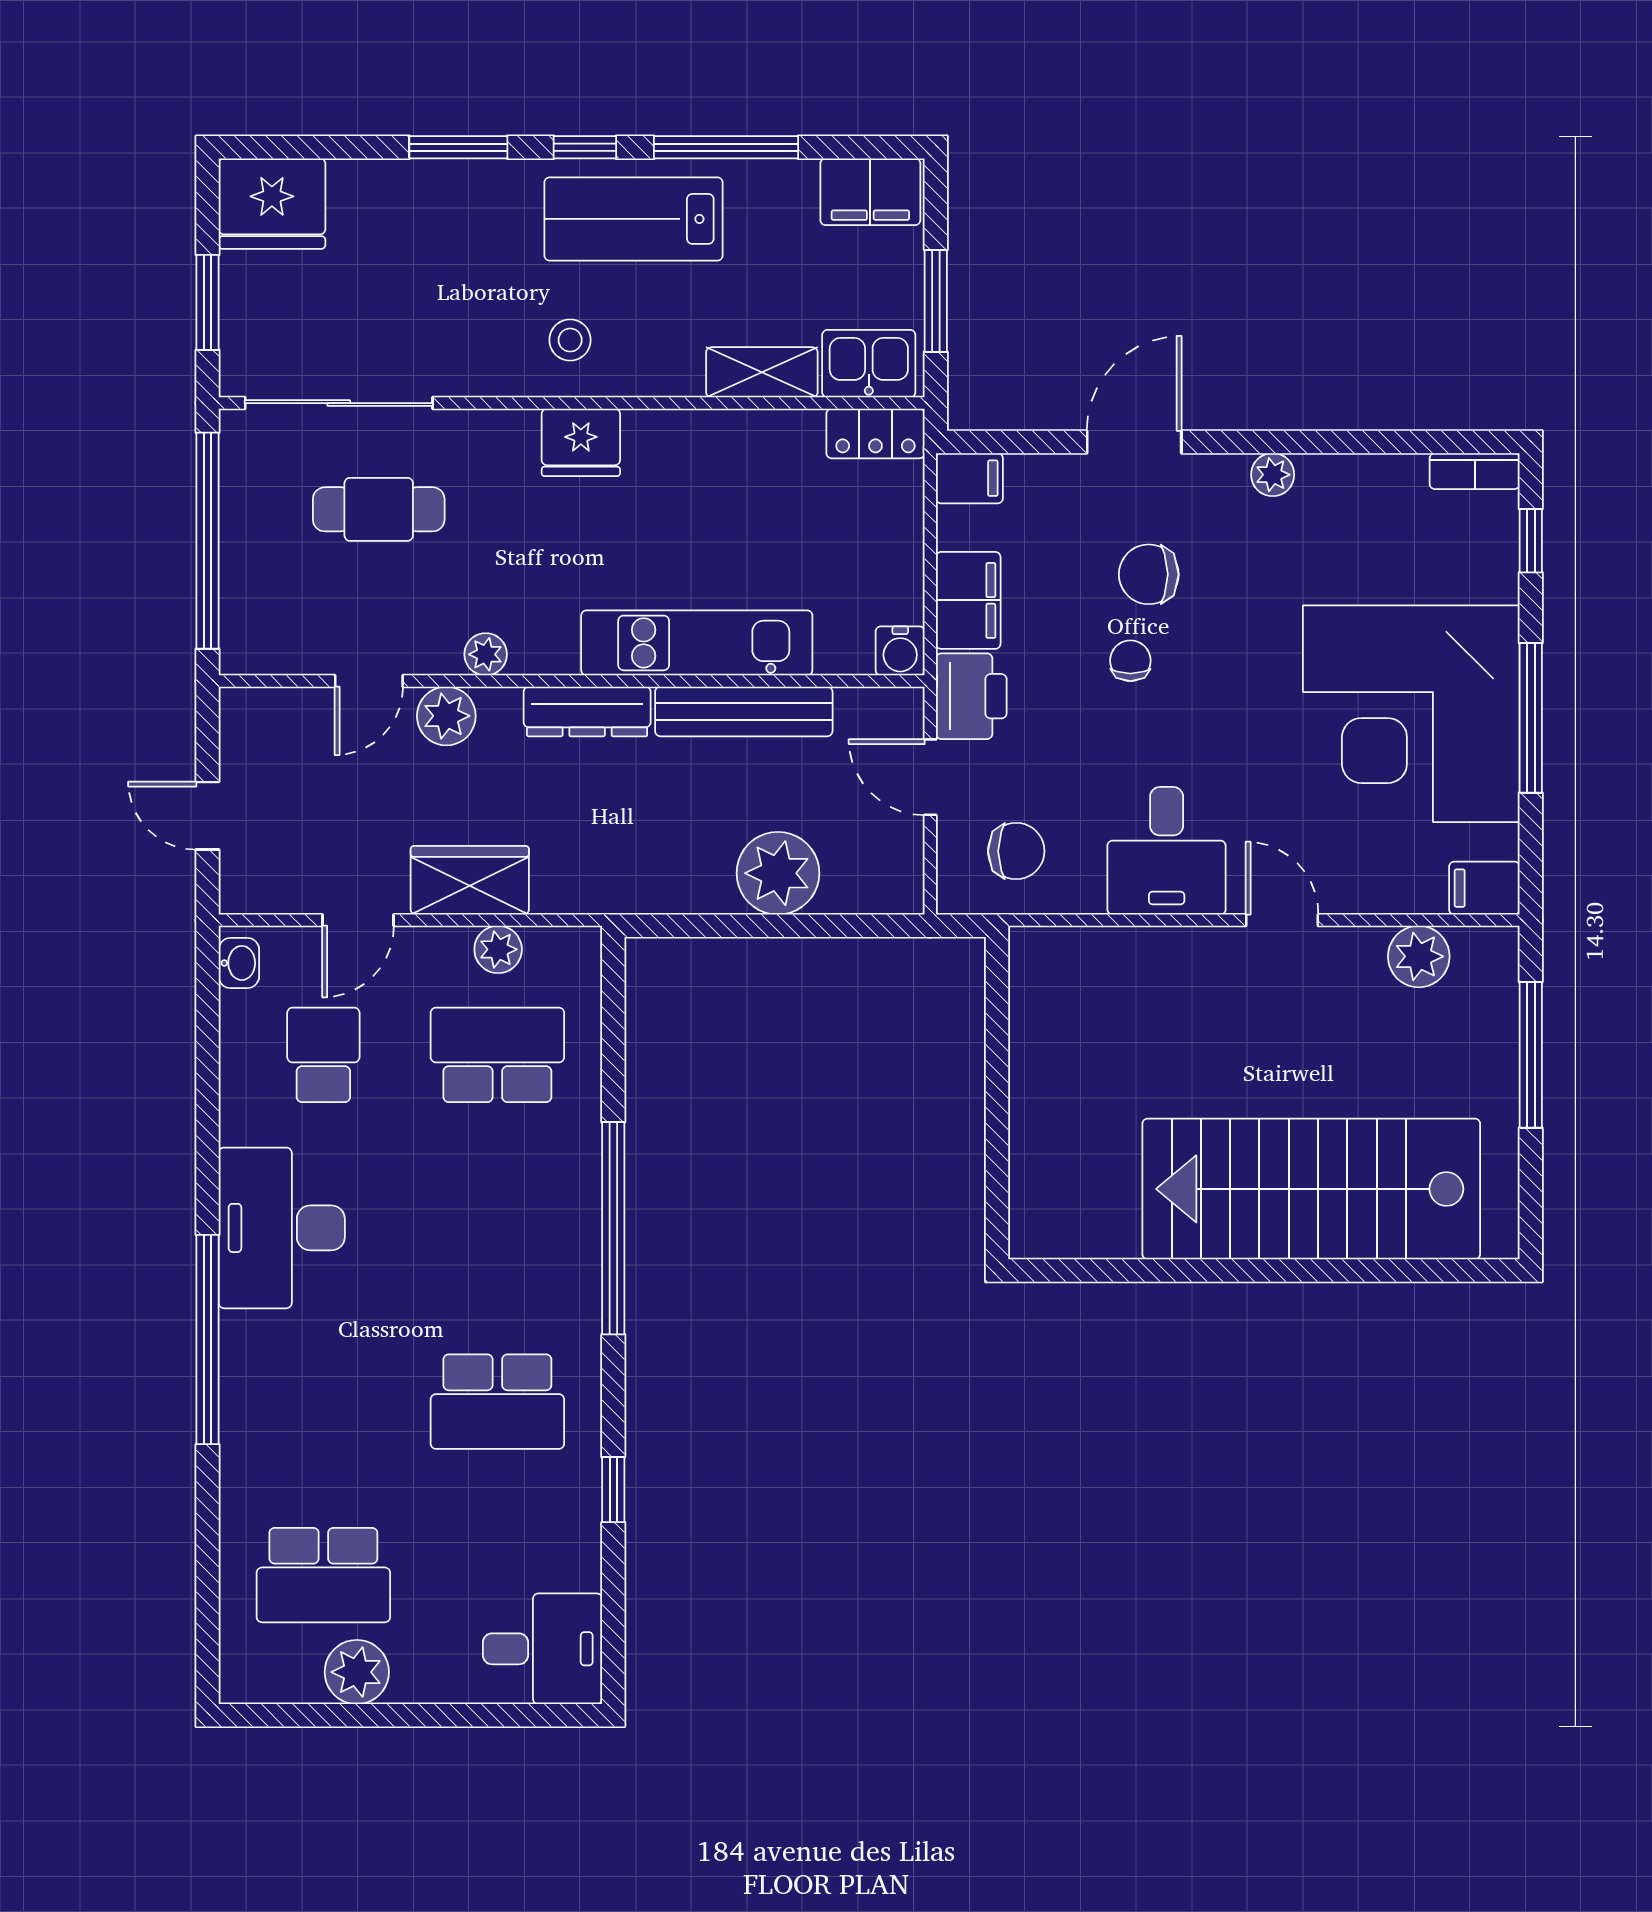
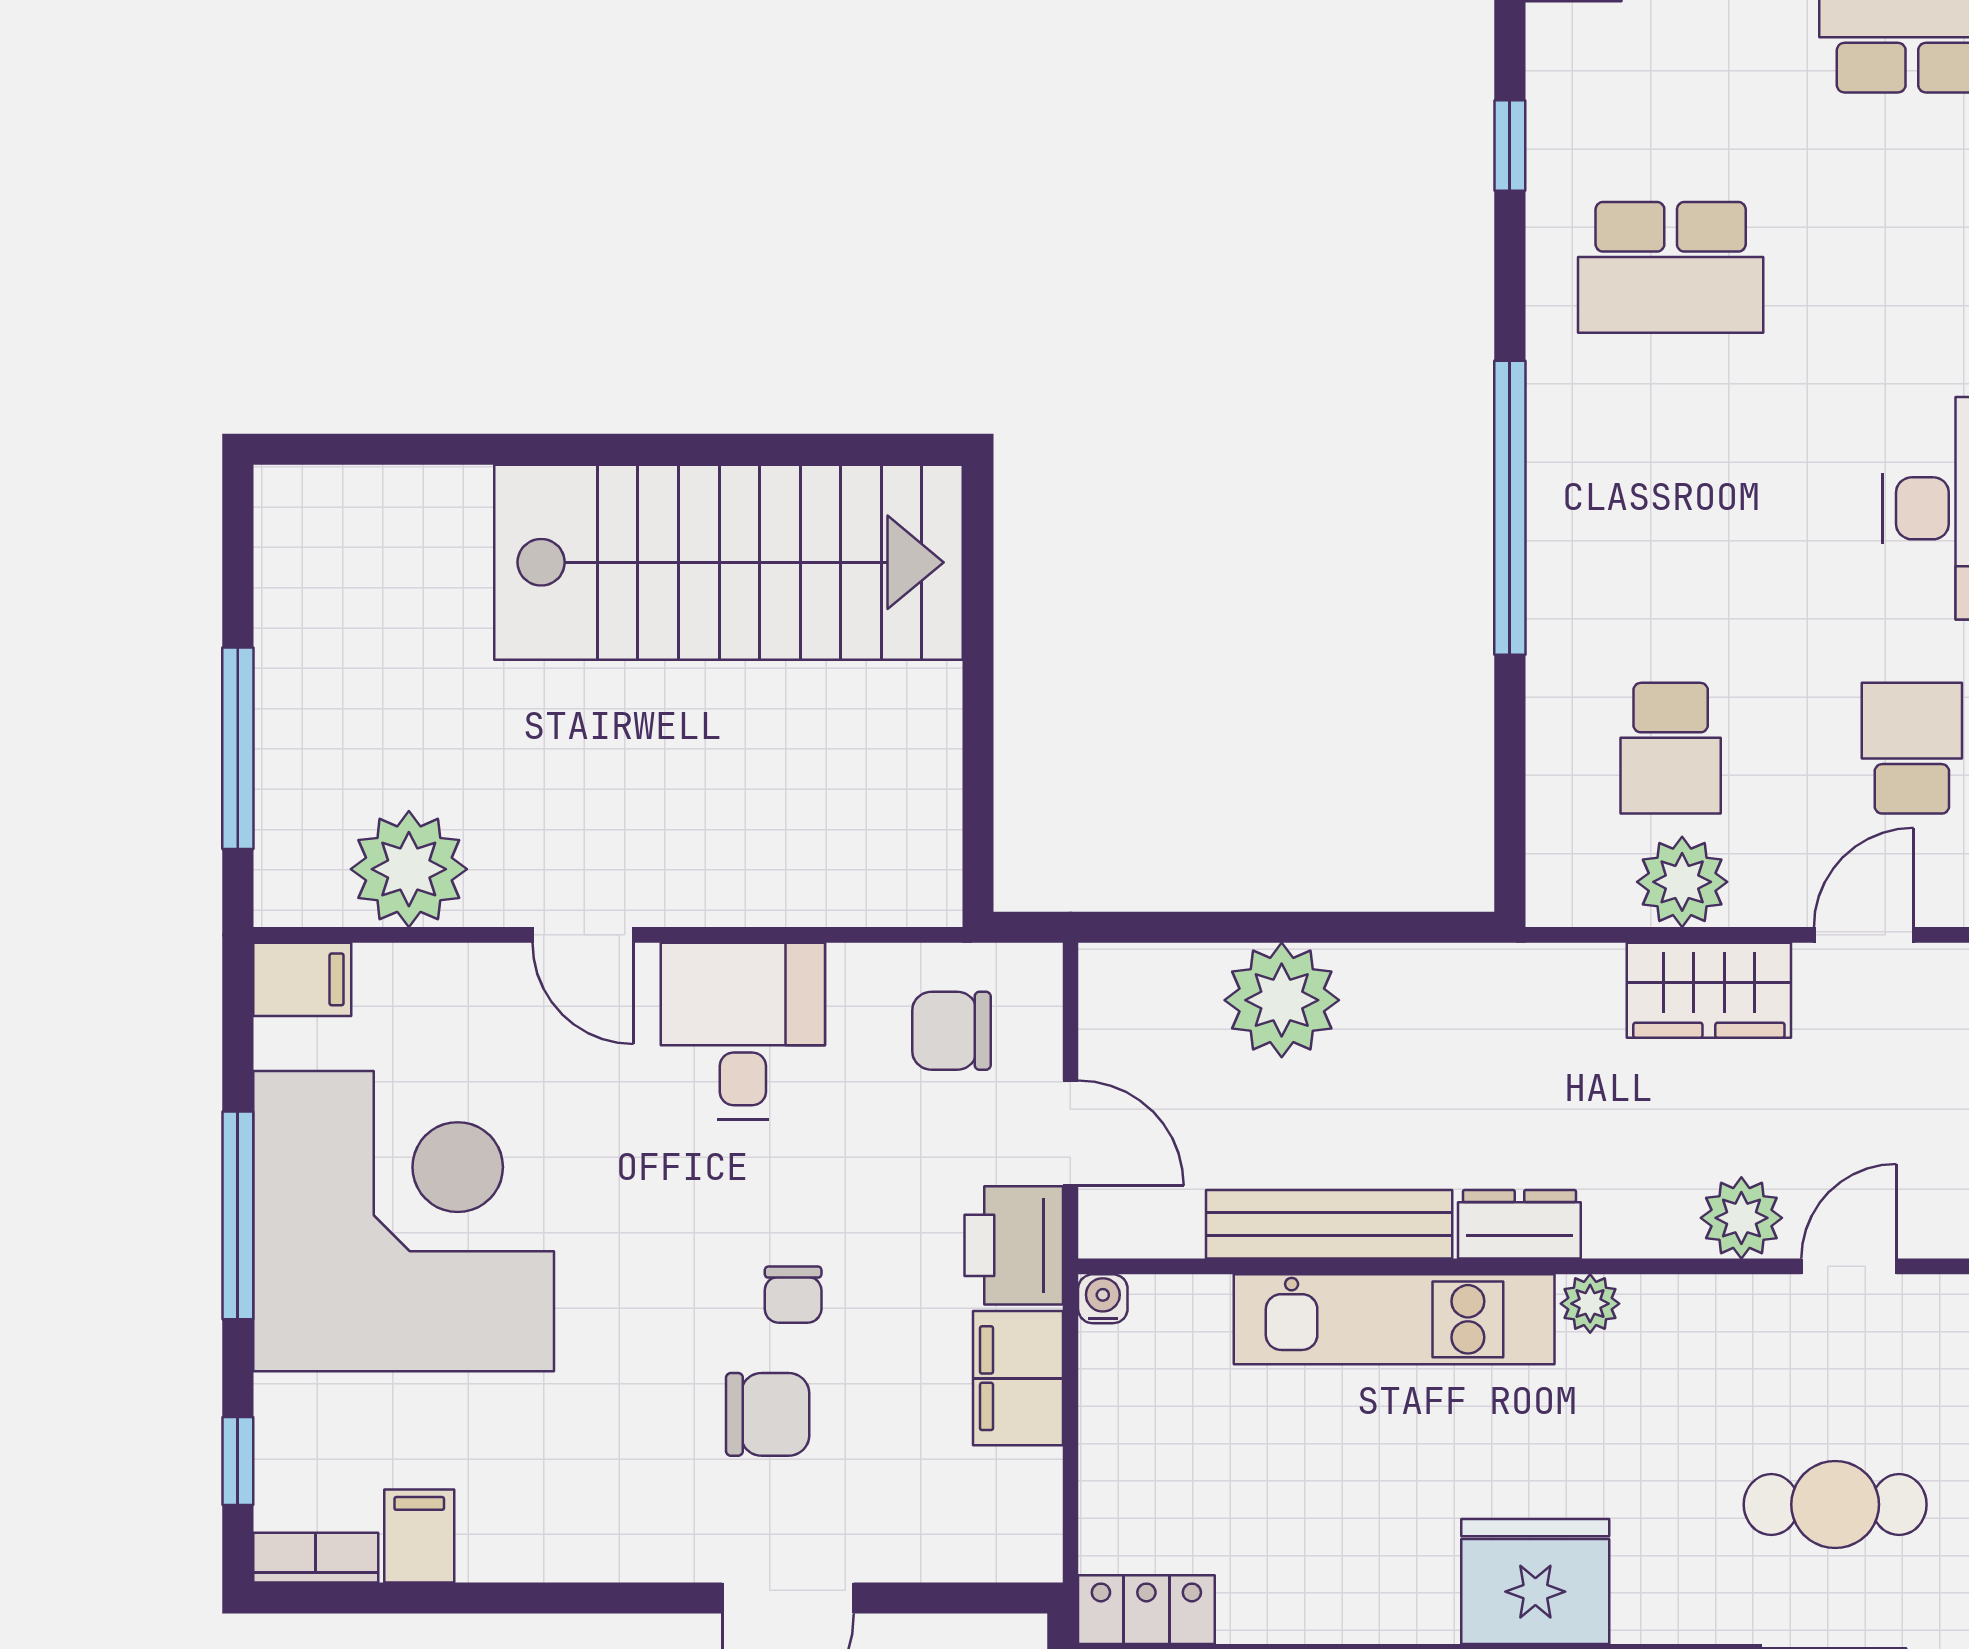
fridge: (581, 442) -> (1535, 1582), width x1.36, depth x1.34
plant: (1273, 475) -> (596, 1553), removed
filing cabinet: (969, 478) -> (419, 1536), moved, turned 90
water cooler: (900, 651) -> (1103, 1299), width x0.72, depth x0.72
plant: (486, 654) -> (1590, 1304), moved
dresser: (587, 711) -> (1519, 1224), width x0.70
plant: (498, 949) -> (1682, 882), width x1.38, depth x1.38
plant: (1419, 956) -> (409, 869), width x1.36, depth x1.36
school desk: (323, 1055) -> (1912, 748), turned 180
school desk: (497, 1055) -> (1671, 748), width x0.54
stairs: (1311, 1189) -> (728, 562), moved
school desk: (497, 1402) -> (1671, 267), turned 180

